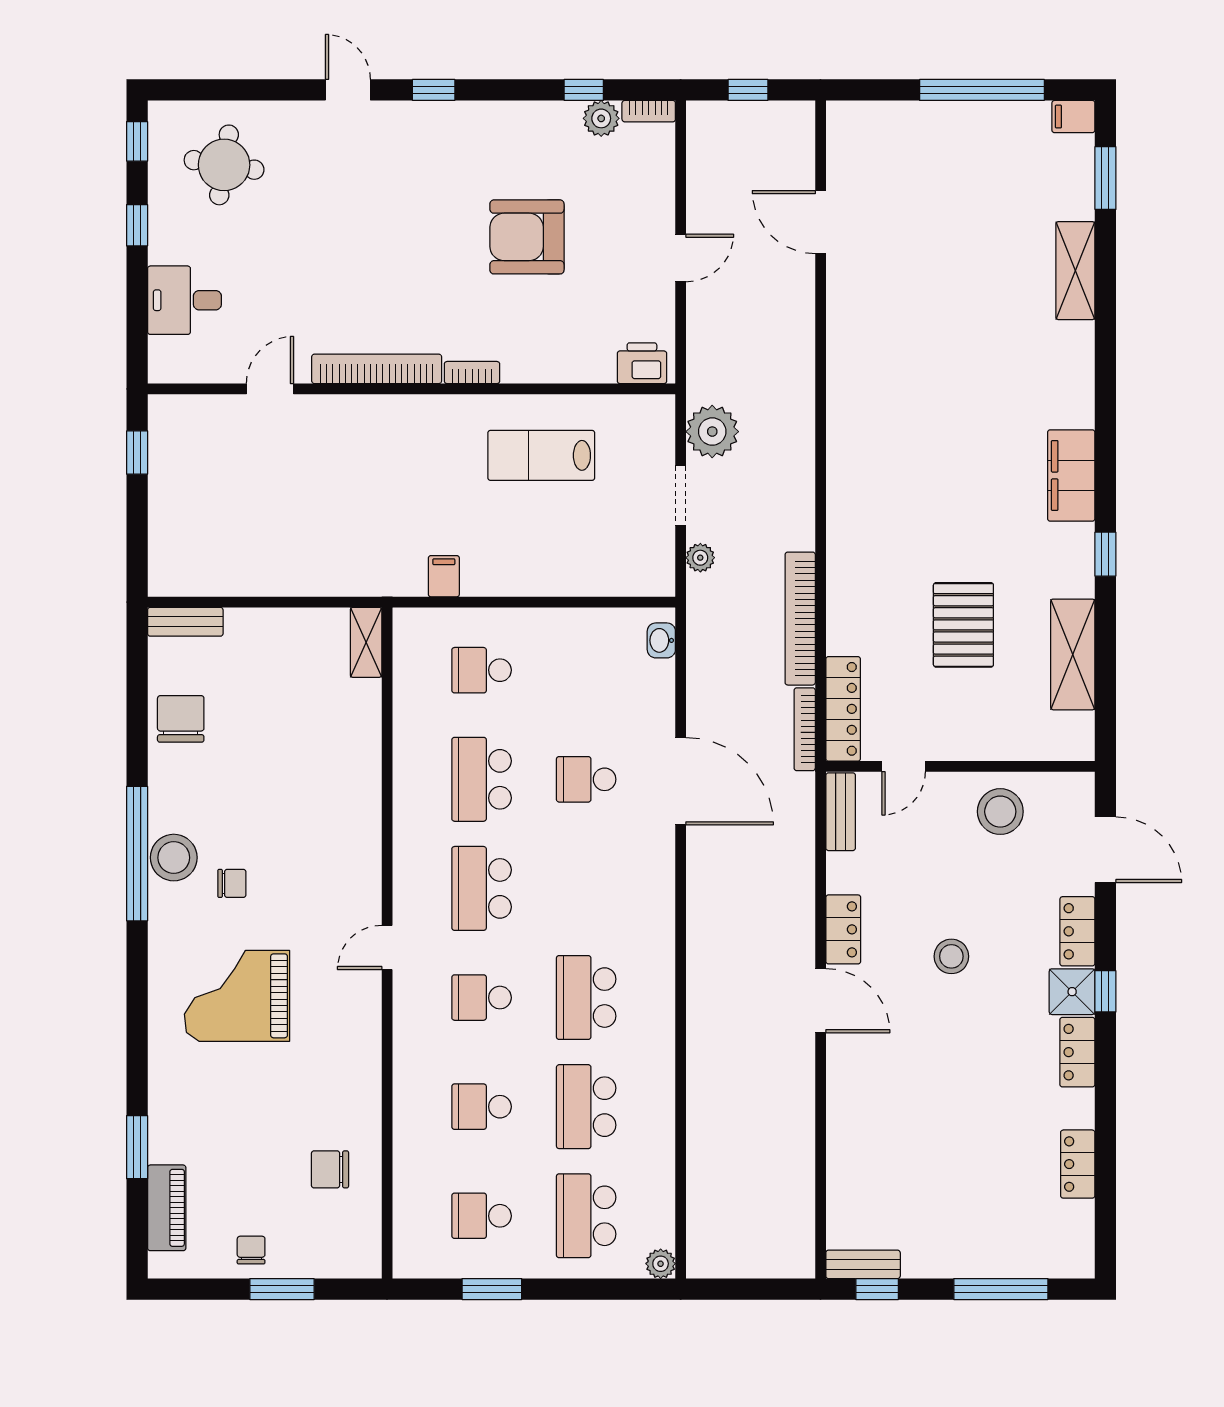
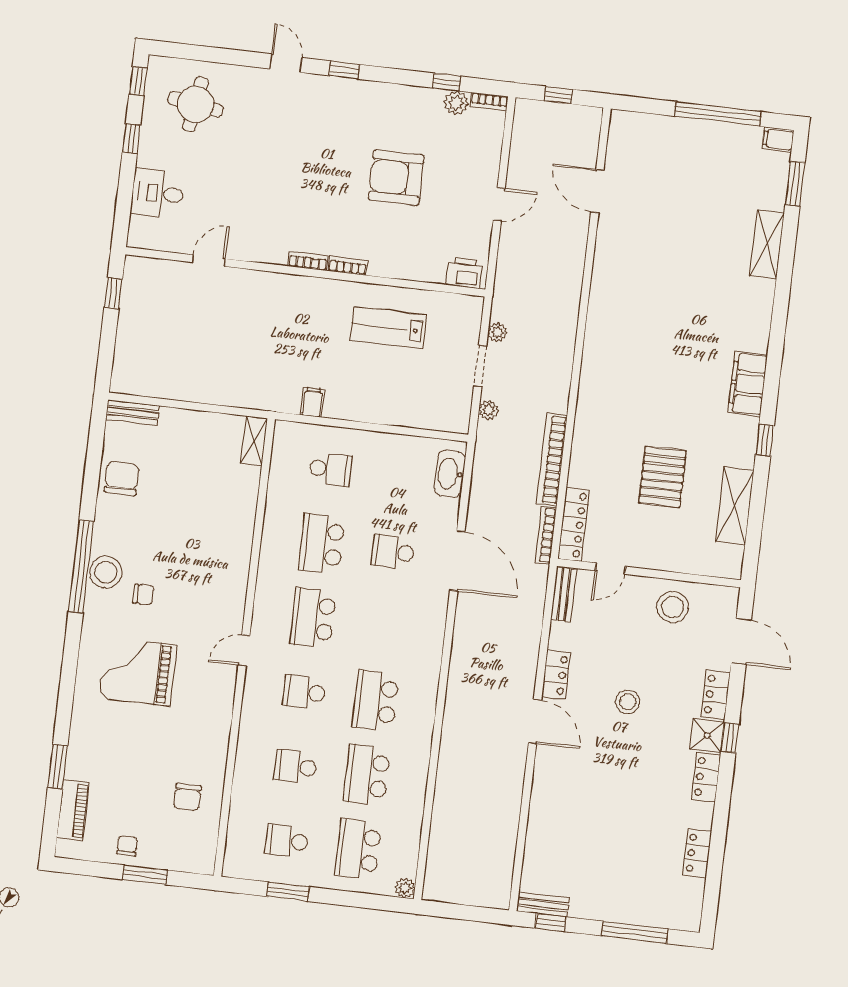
bookcase: (377, 369) -> (308, 261), width x0.43, depth x0.76
plant: (712, 432) -> (497, 332), width x0.53, depth x0.53
washbasin: (661, 640) -> (450, 474), width x1.91, depth x1.45
school desk: (482, 670) -> (331, 469), turned 180
chair: (330, 1169) -> (187, 797), turned -90

